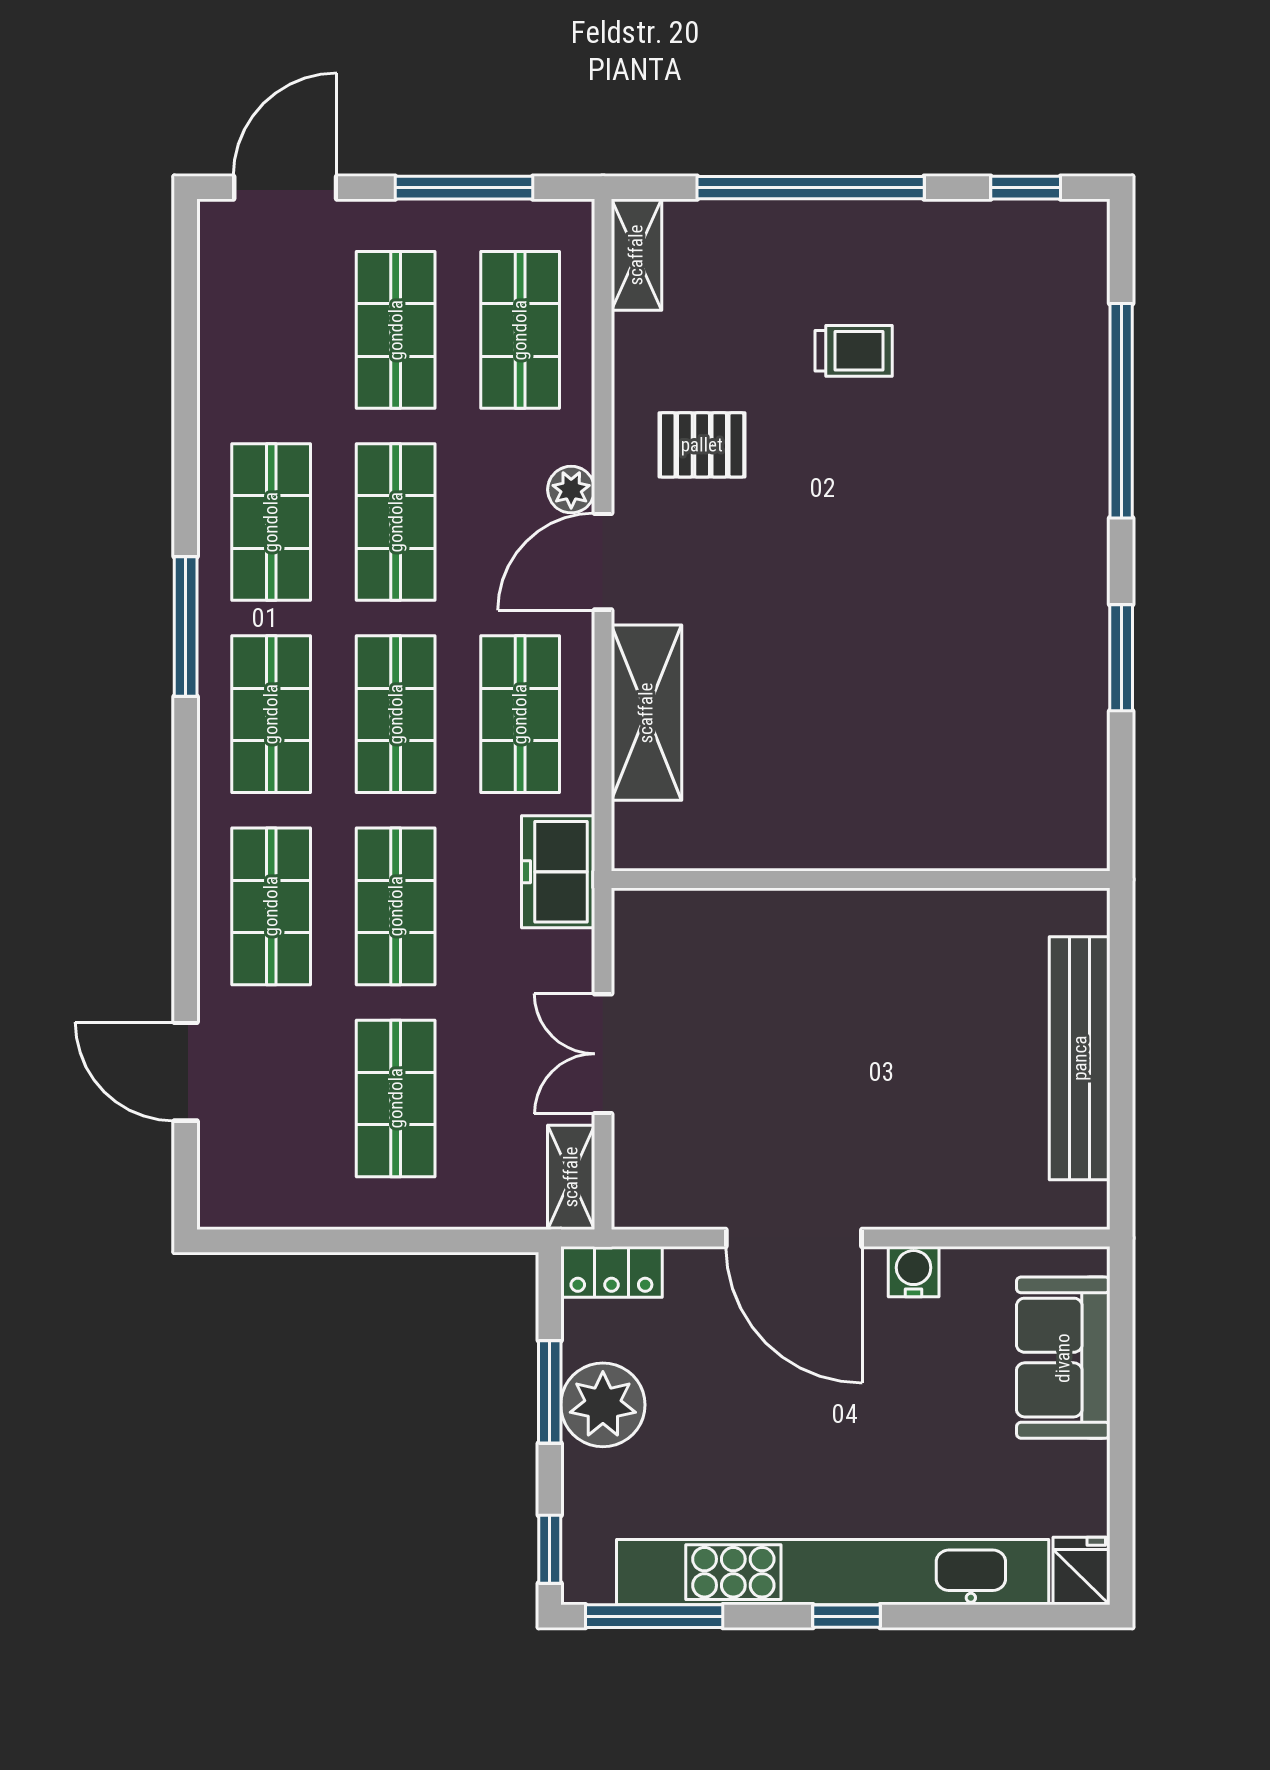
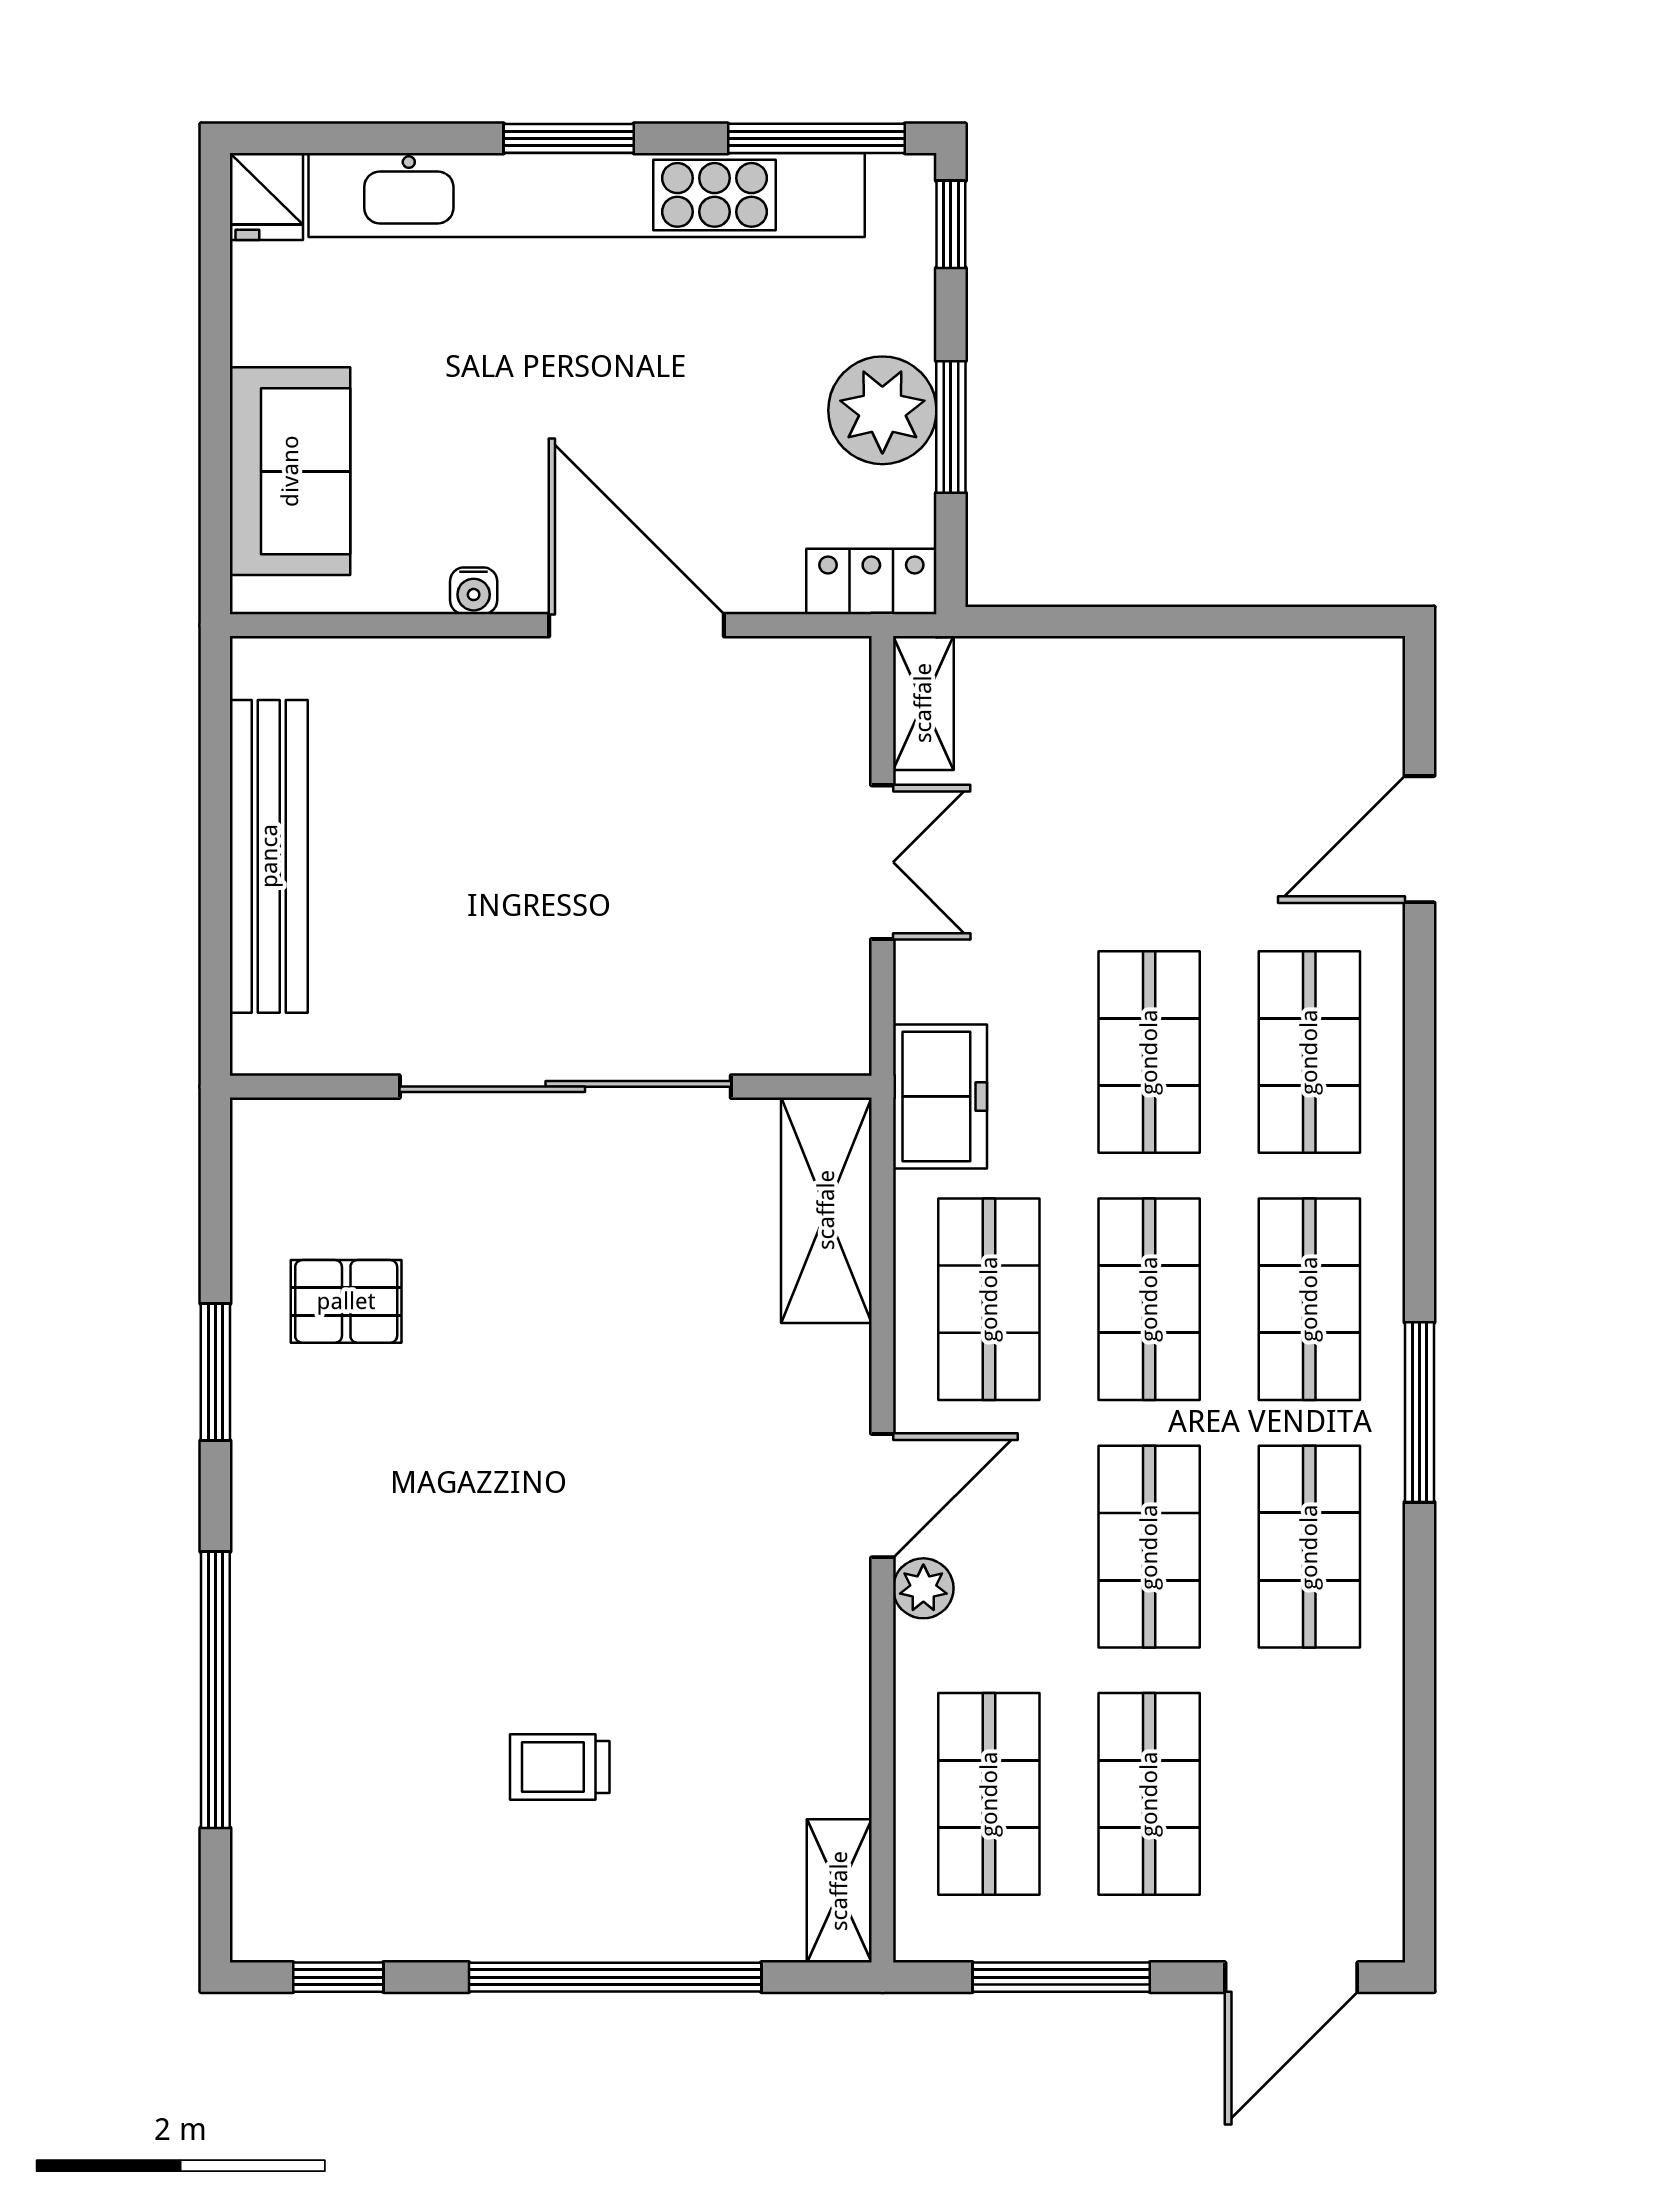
pallet: (702, 445) -> (346, 1301), moved
shelving: (646, 713) -> (826, 1210), moved
sliding door: (849, 879) -> (565, 1087), added
door: (186, 1072) -> (1420, 839), swing flipped
shop shelf: (396, 1098) -> (1149, 805), removed
water cooler: (914, 1272) -> (474, 591), width x0.72, depth x0.72
window: (847, 1616) -> (569, 138), width x1.50

